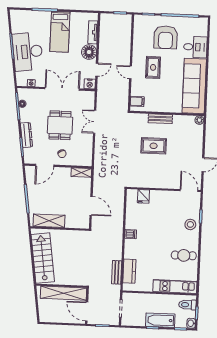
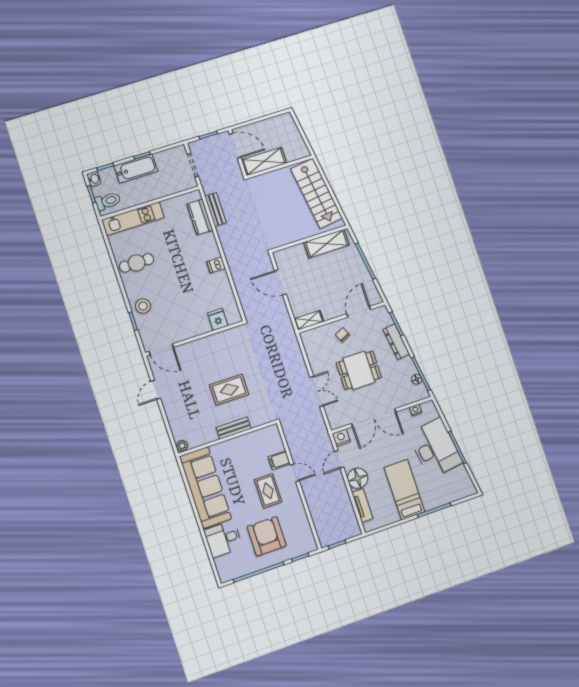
filing cabinet: (137, 101) -> (279, 460), moved
dining table: (60, 125) -> (359, 370), turned 90
shelving: (63, 293) -> (264, 161), width x0.68

